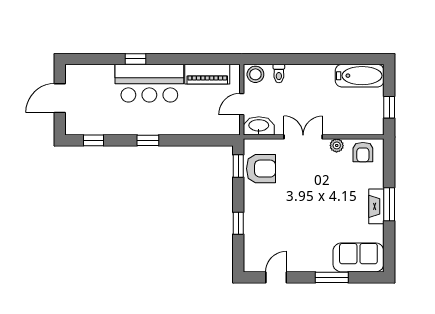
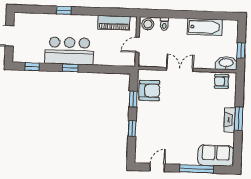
bathtub: (360, 76) -> (205, 27), moved
bar counter: (149, 83) -> (69, 51), moved, turned 180
washbasin: (259, 126) -> (226, 63), moved
plant: (337, 145) -> (203, 76), removed
armchair: (363, 152) -> (221, 81), turned 90
window: (238, 166) -> (133, 99), moved
window: (332, 277) -> (197, 169), width x1.44

